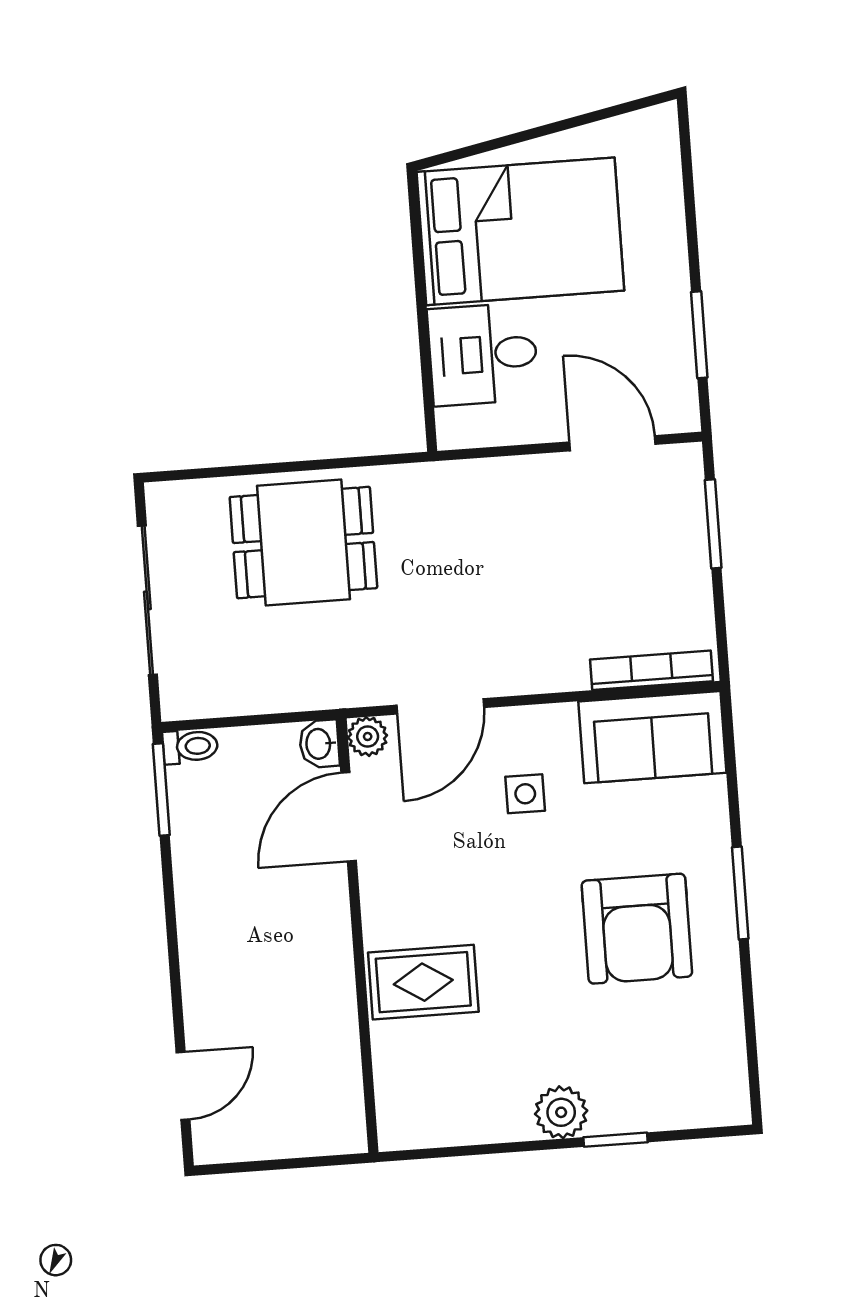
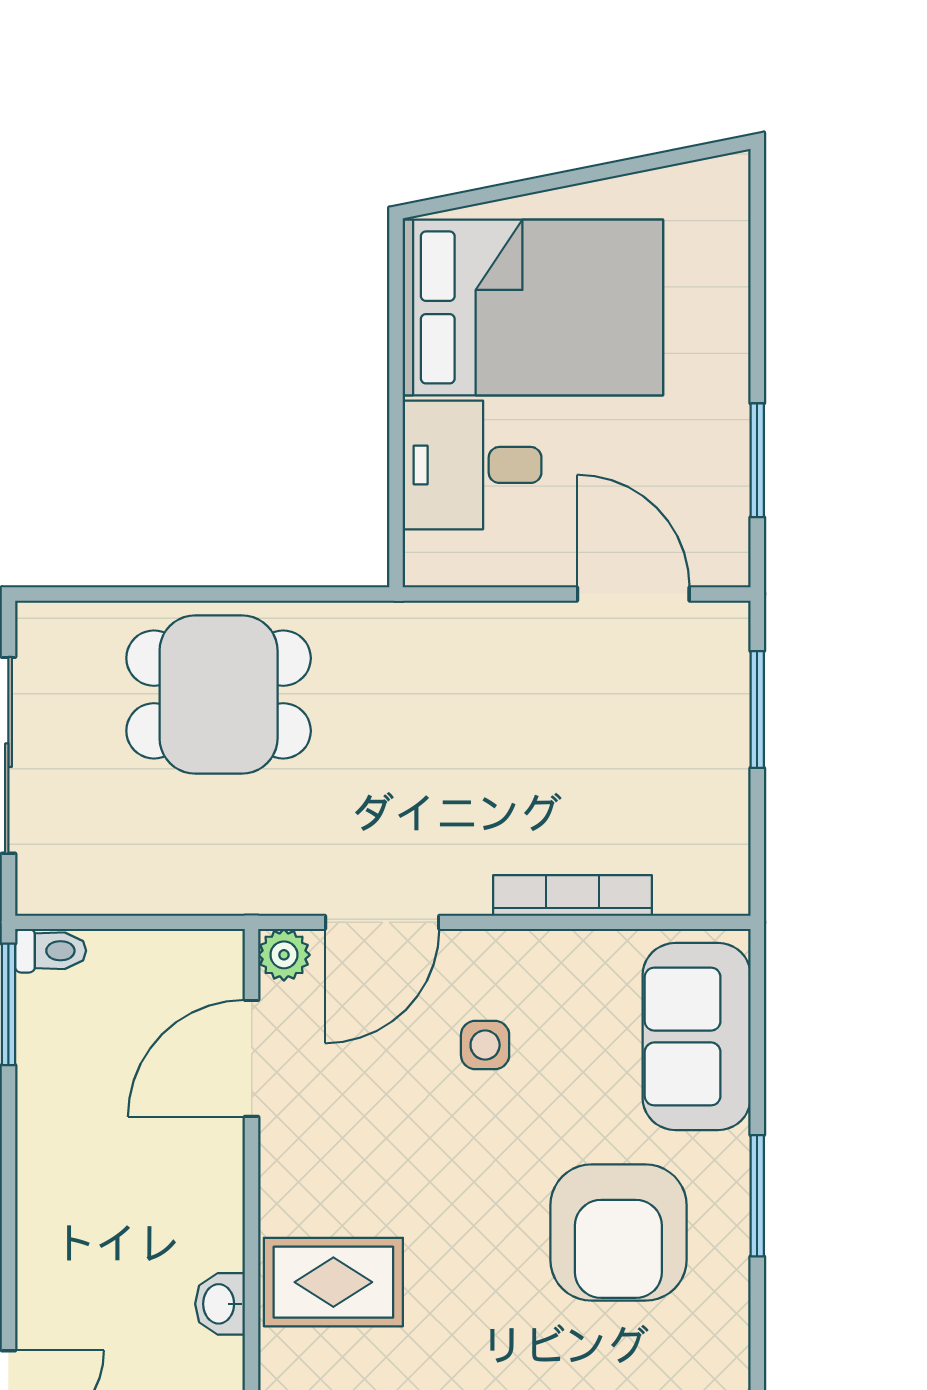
bookcase: (652, 670) -> (573, 895), moved
sofa: (652, 737) -> (697, 1037), moved, turned 90
washbasin: (319, 744) -> (220, 1304), moved

